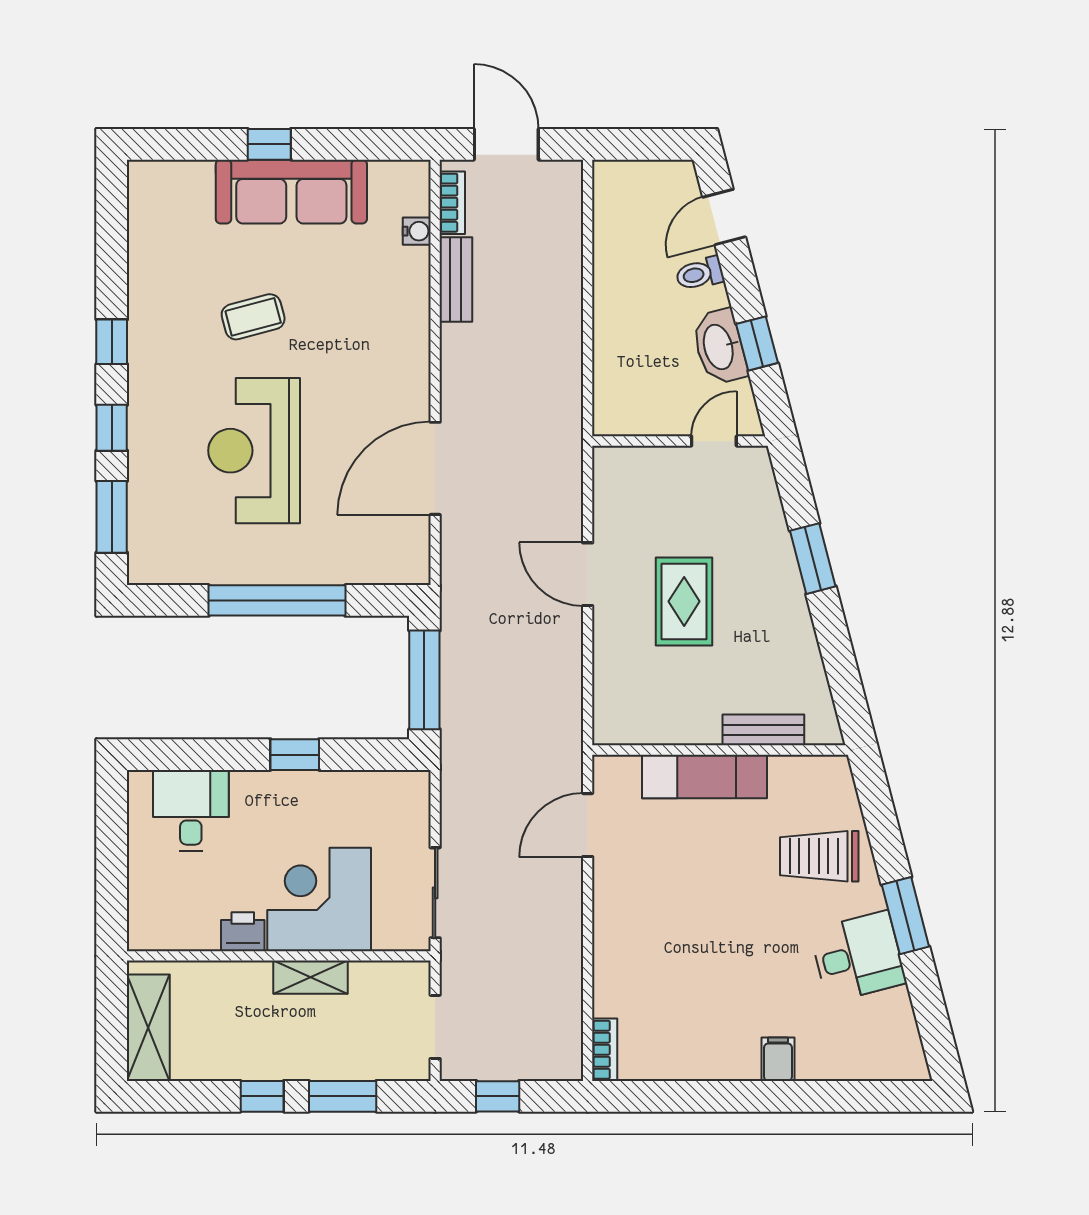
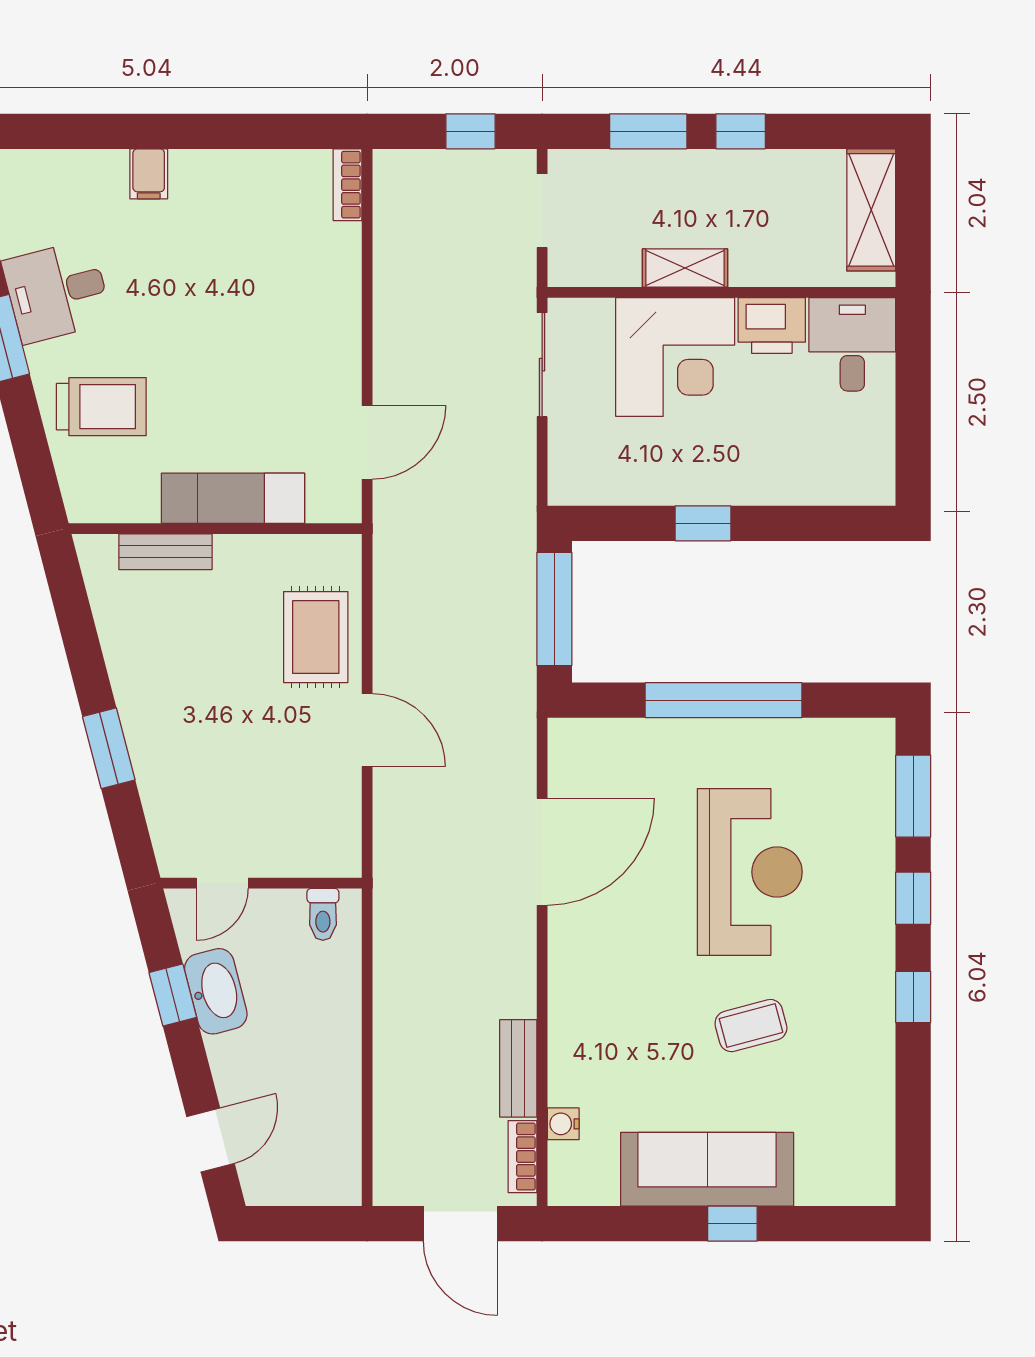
toilet: (700, 274) -> (323, 914), moved, turned 105
rug: (684, 601) -> (316, 637), moved
desk: (191, 811) -> (852, 344), moved, turned 180
printer: (243, 932) -> (772, 325), width x1.36, depth x1.24

